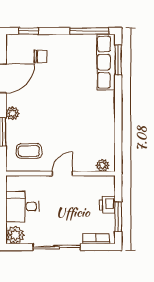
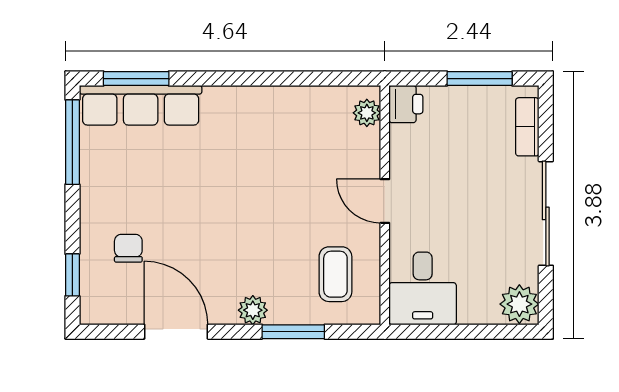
printer: (107, 205) -> (406, 104), moved, turned -90
desk: (22, 206) -> (423, 288), moved

